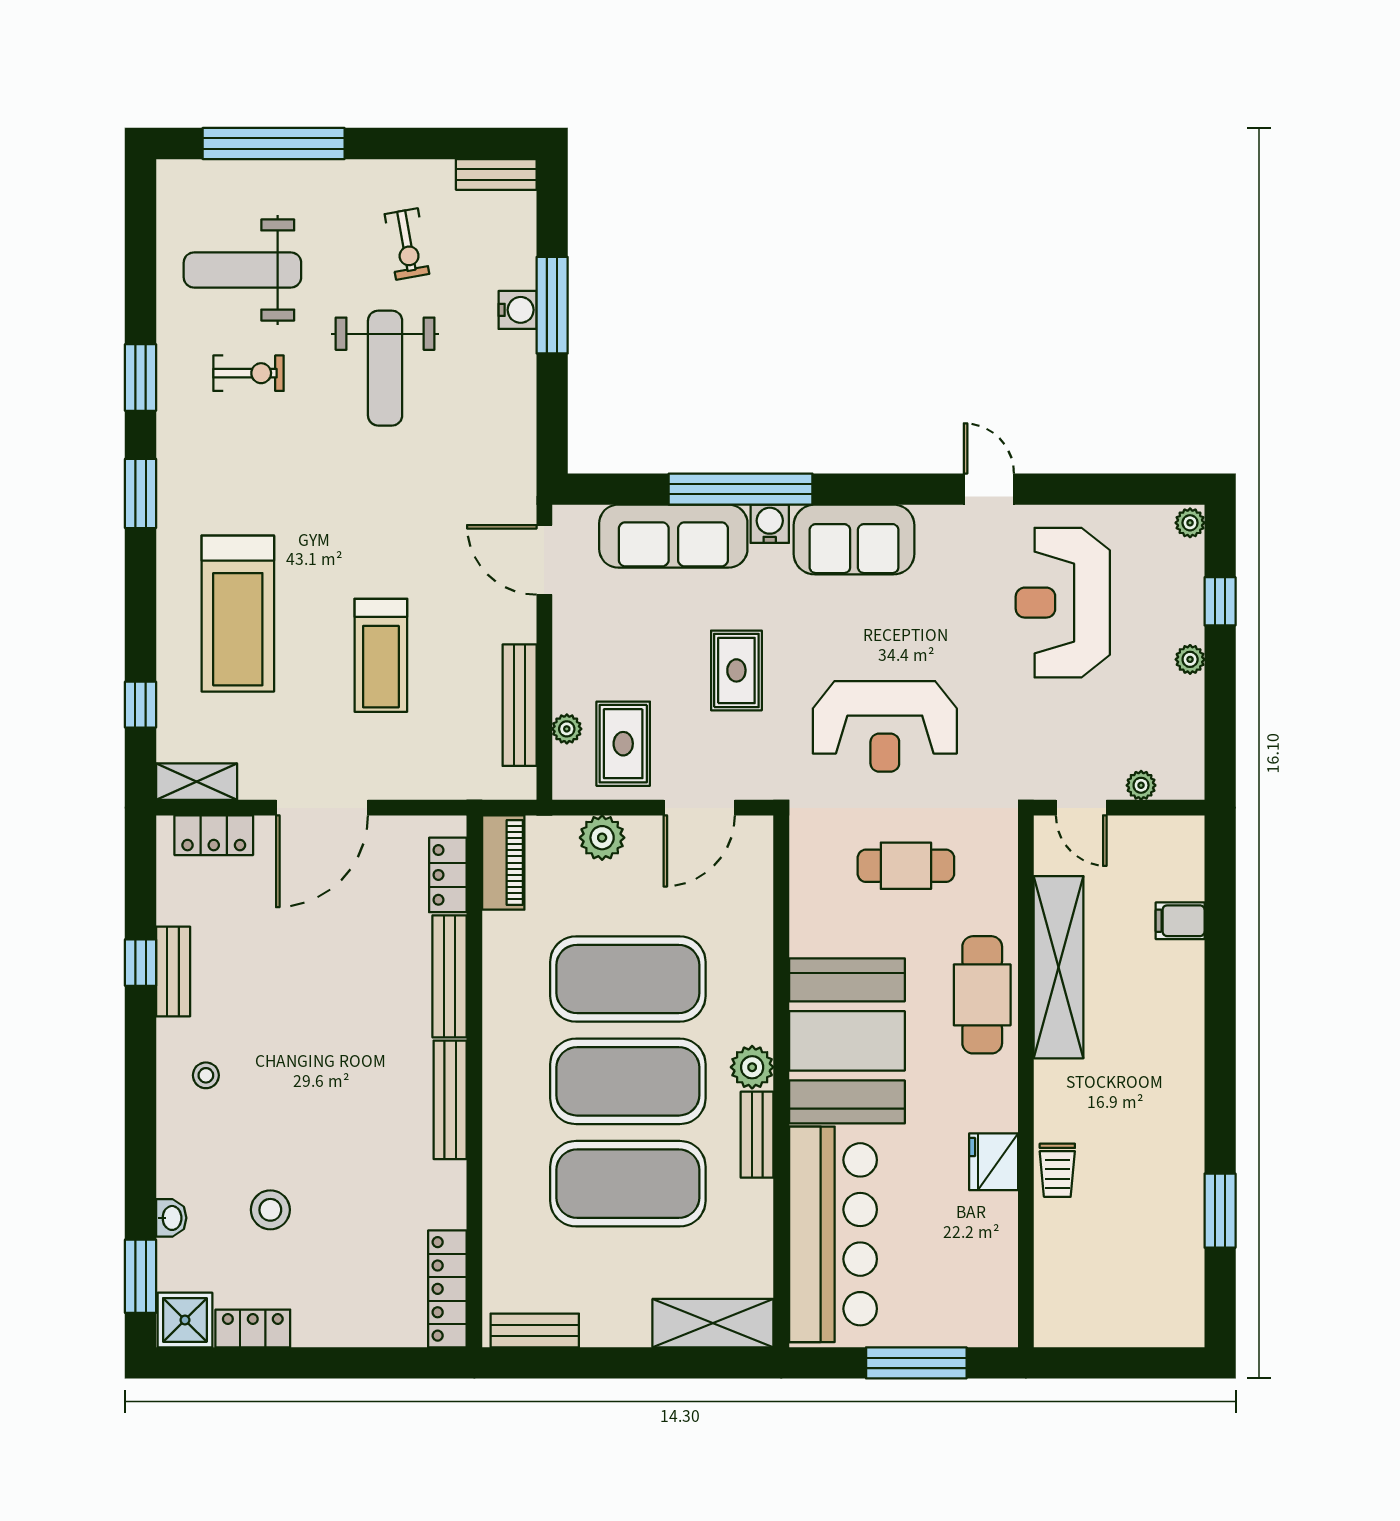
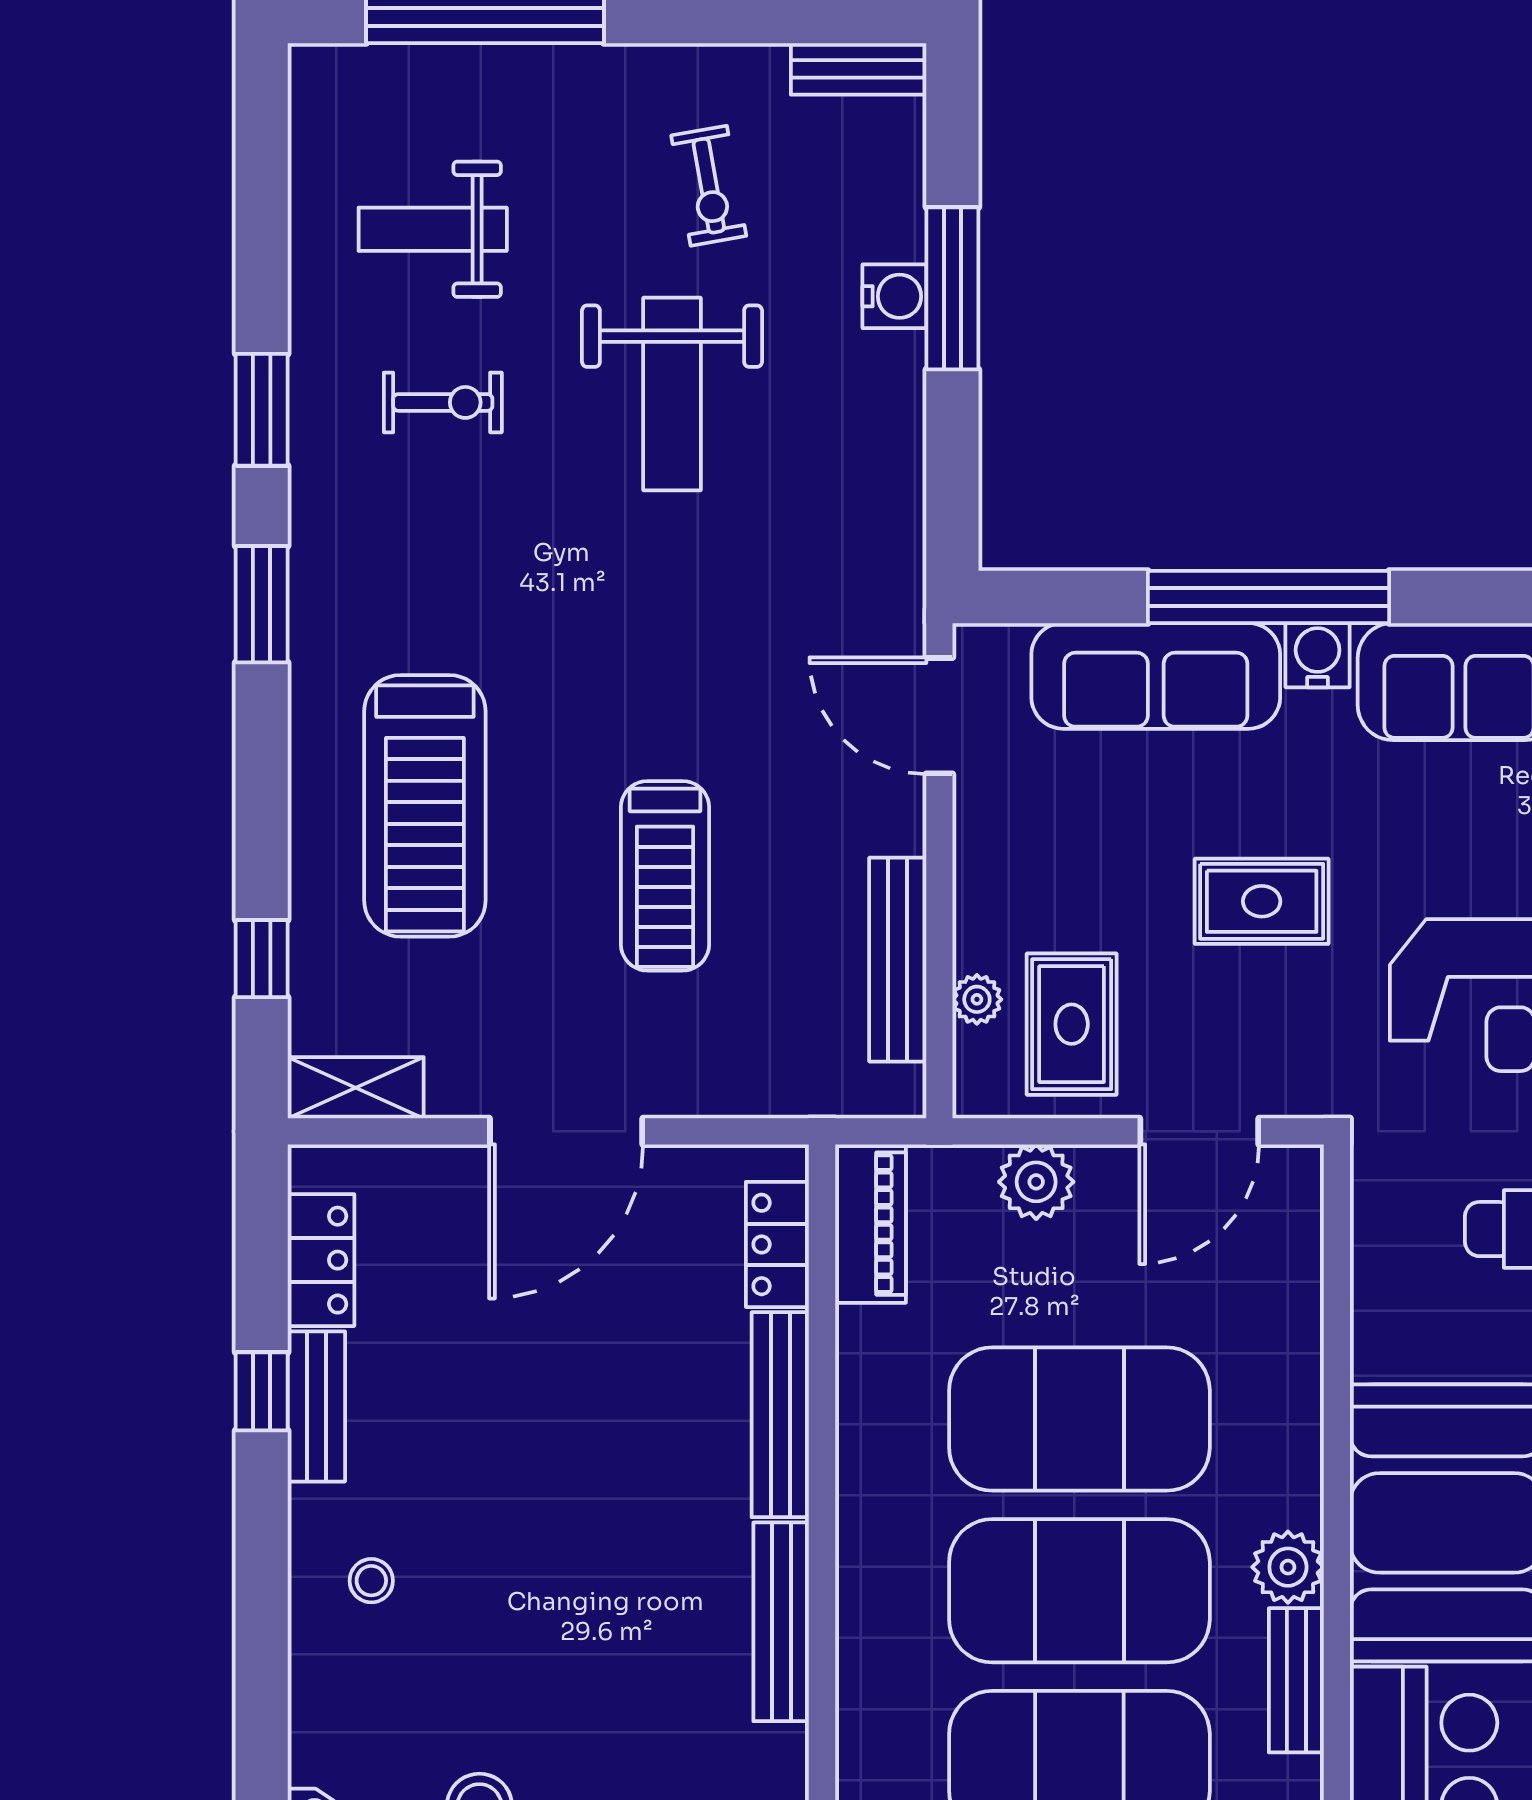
weight bench: (242, 270) -> (433, 229), width x0.73, depth x0.75
rug: (736, 670) -> (1262, 901), turned 90
locker: (214, 835) -> (321, 1260), moved, turned -90

